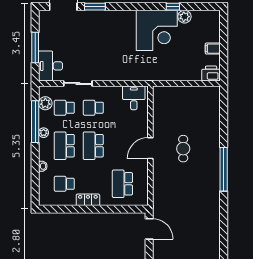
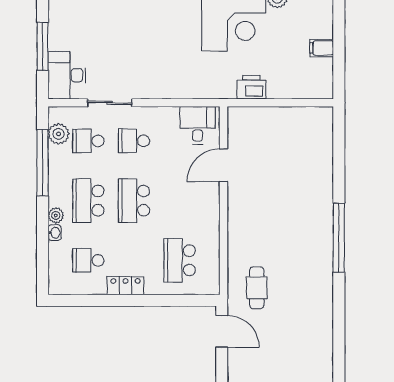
printer: (211, 74) -> (251, 87), moved
plant: (44, 133) -> (56, 215), moved
door: (150, 148) -> (224, 165), moved
cafe table: (183, 149) -> (257, 288), moved

